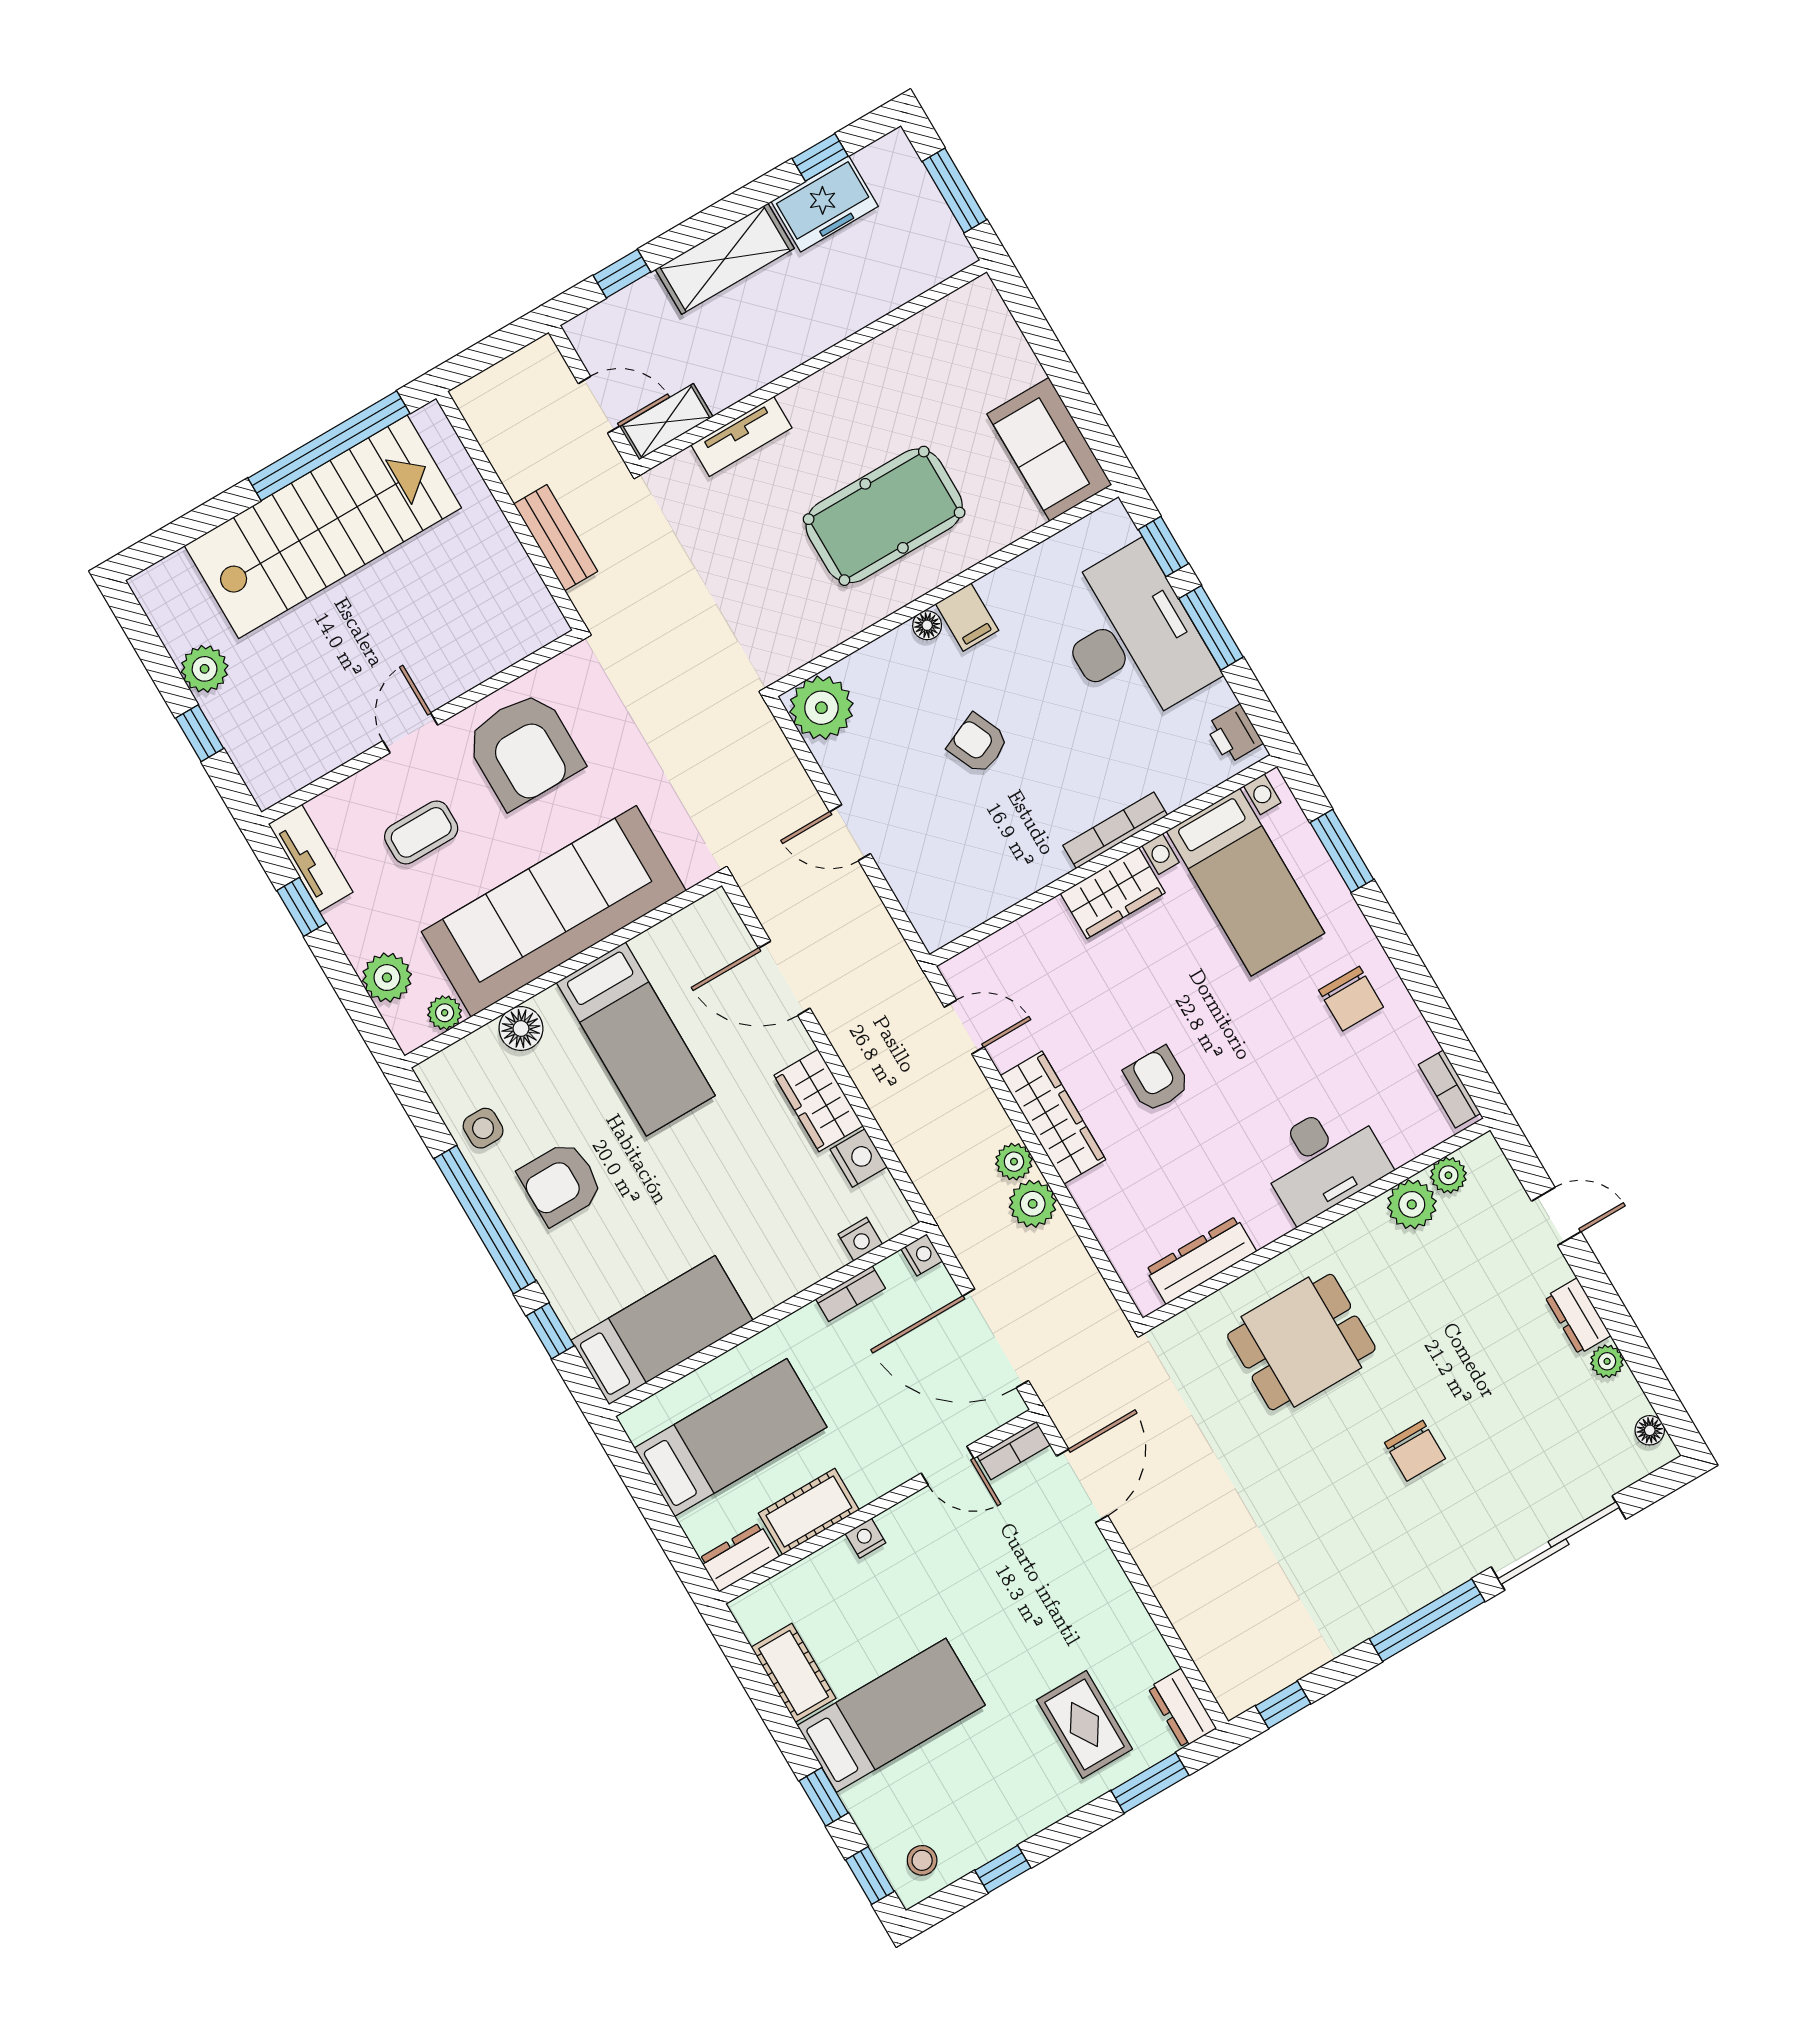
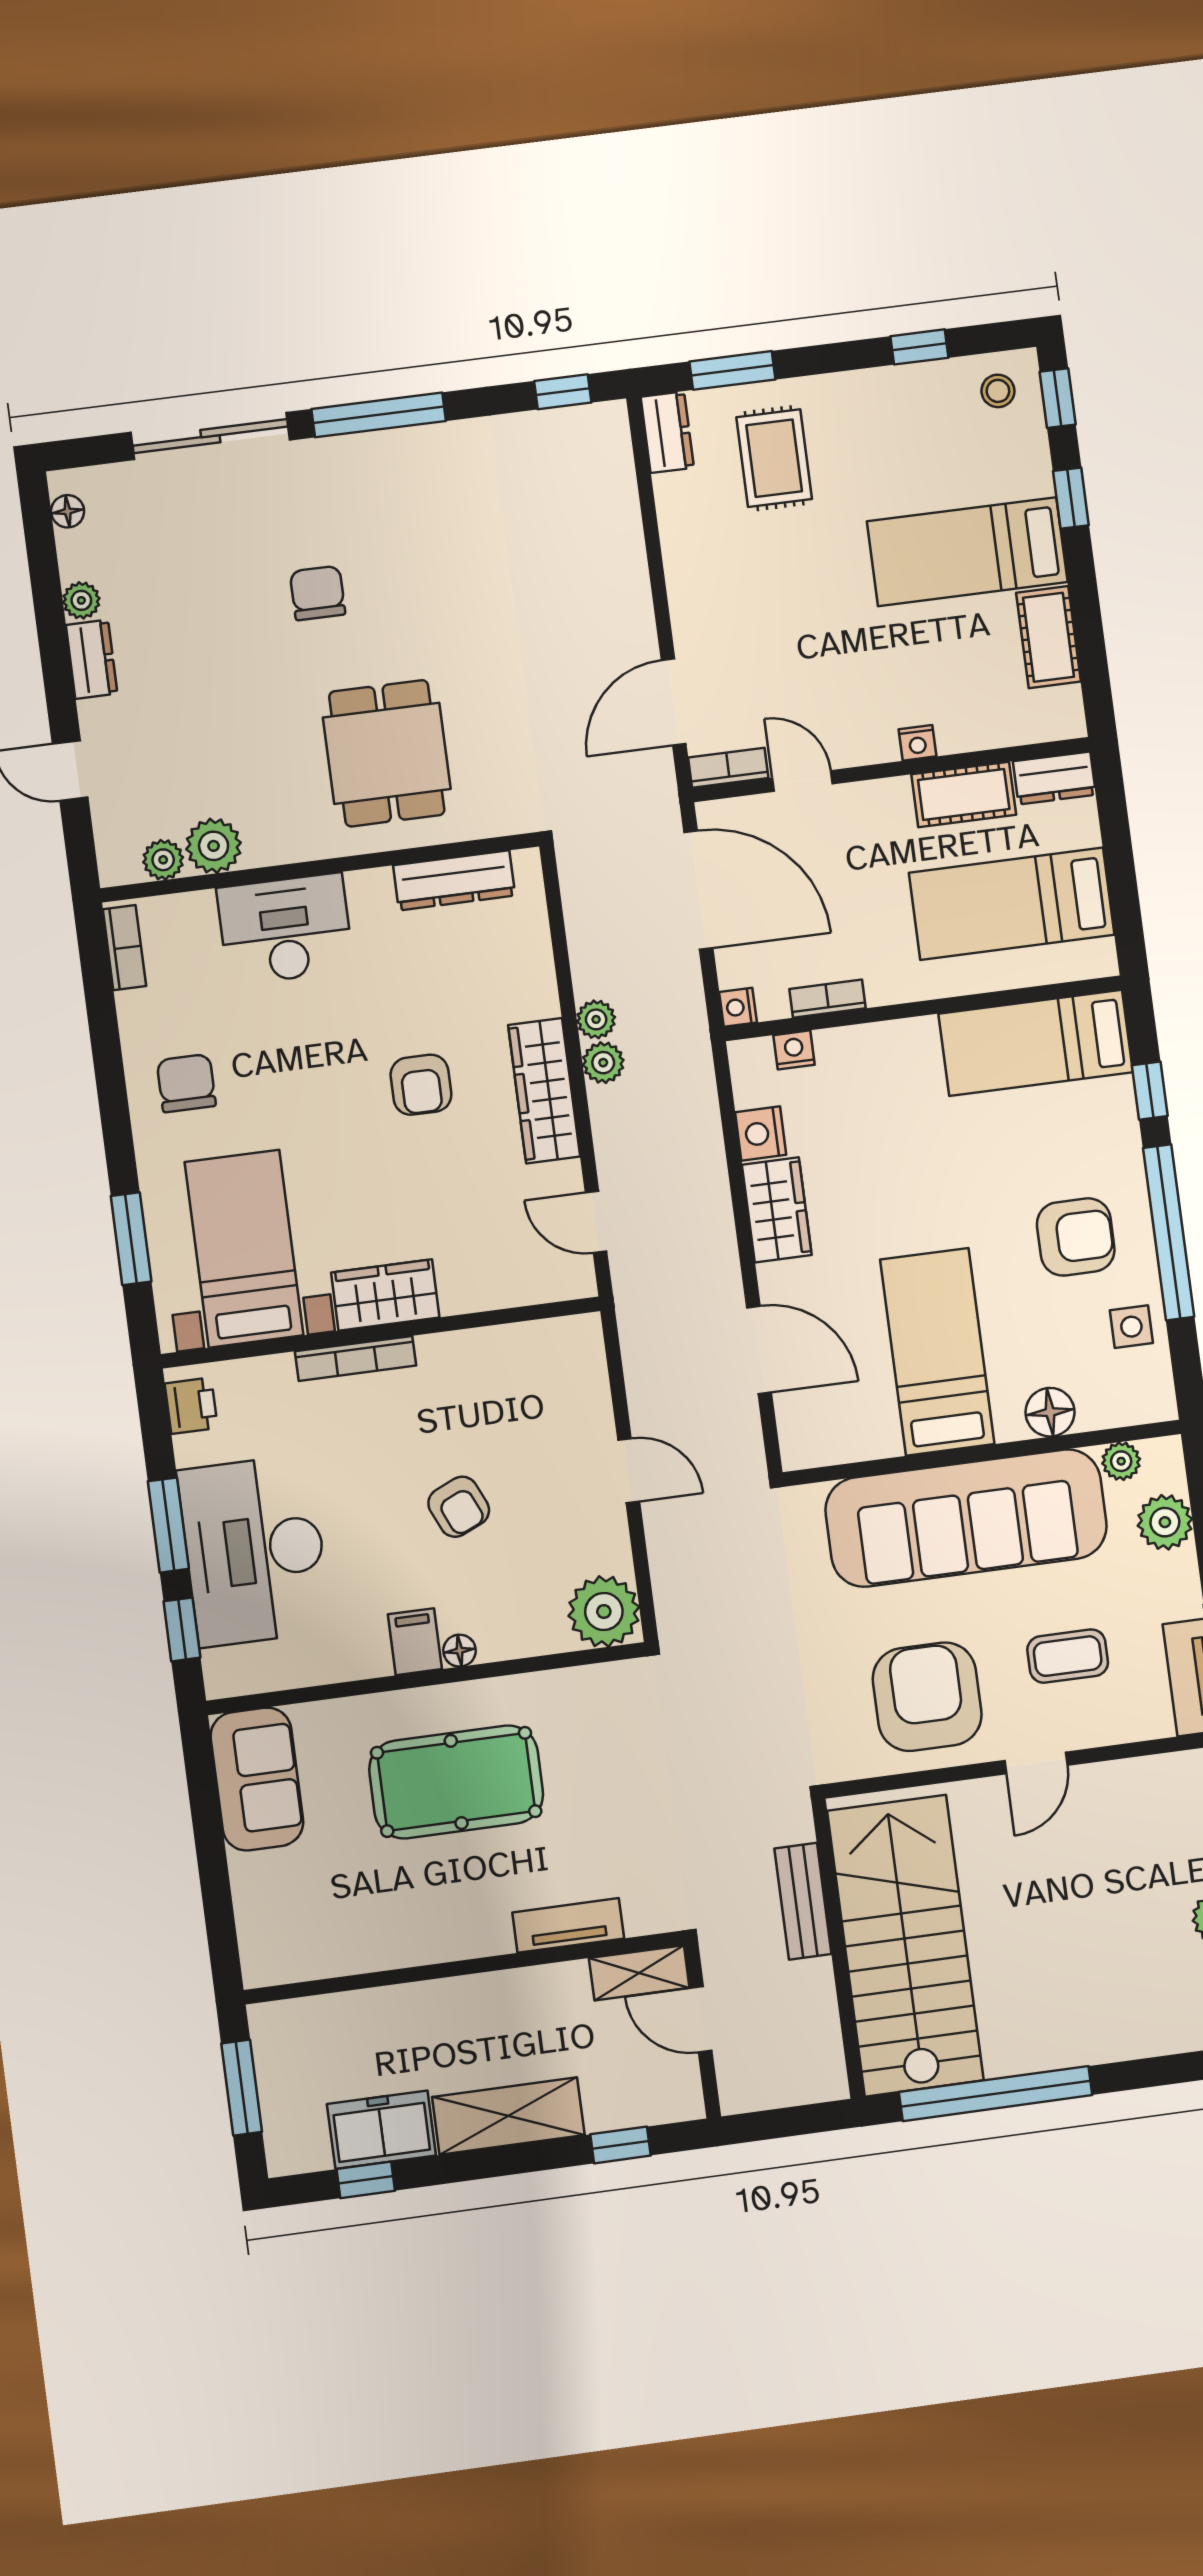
stairs: (323, 527) -> (905, 1946), moved, turned 90
plant: (1033, 1204) -> (596, 1019), width x0.73, depth x0.73
dining table: (1301, 1342) -> (387, 753), turned 90

